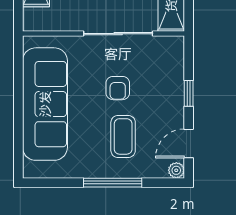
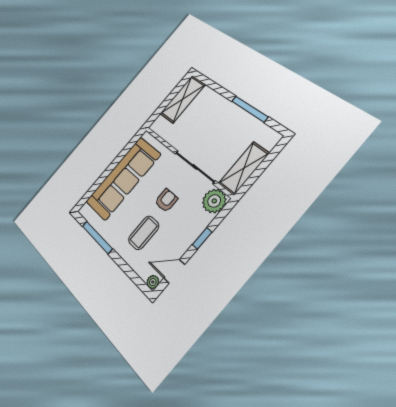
plant: (169, 51) -> (214, 201), added
armchair: (118, 88) -> (166, 200), turned 180
window: (113, 183) -> (97, 237), moved

